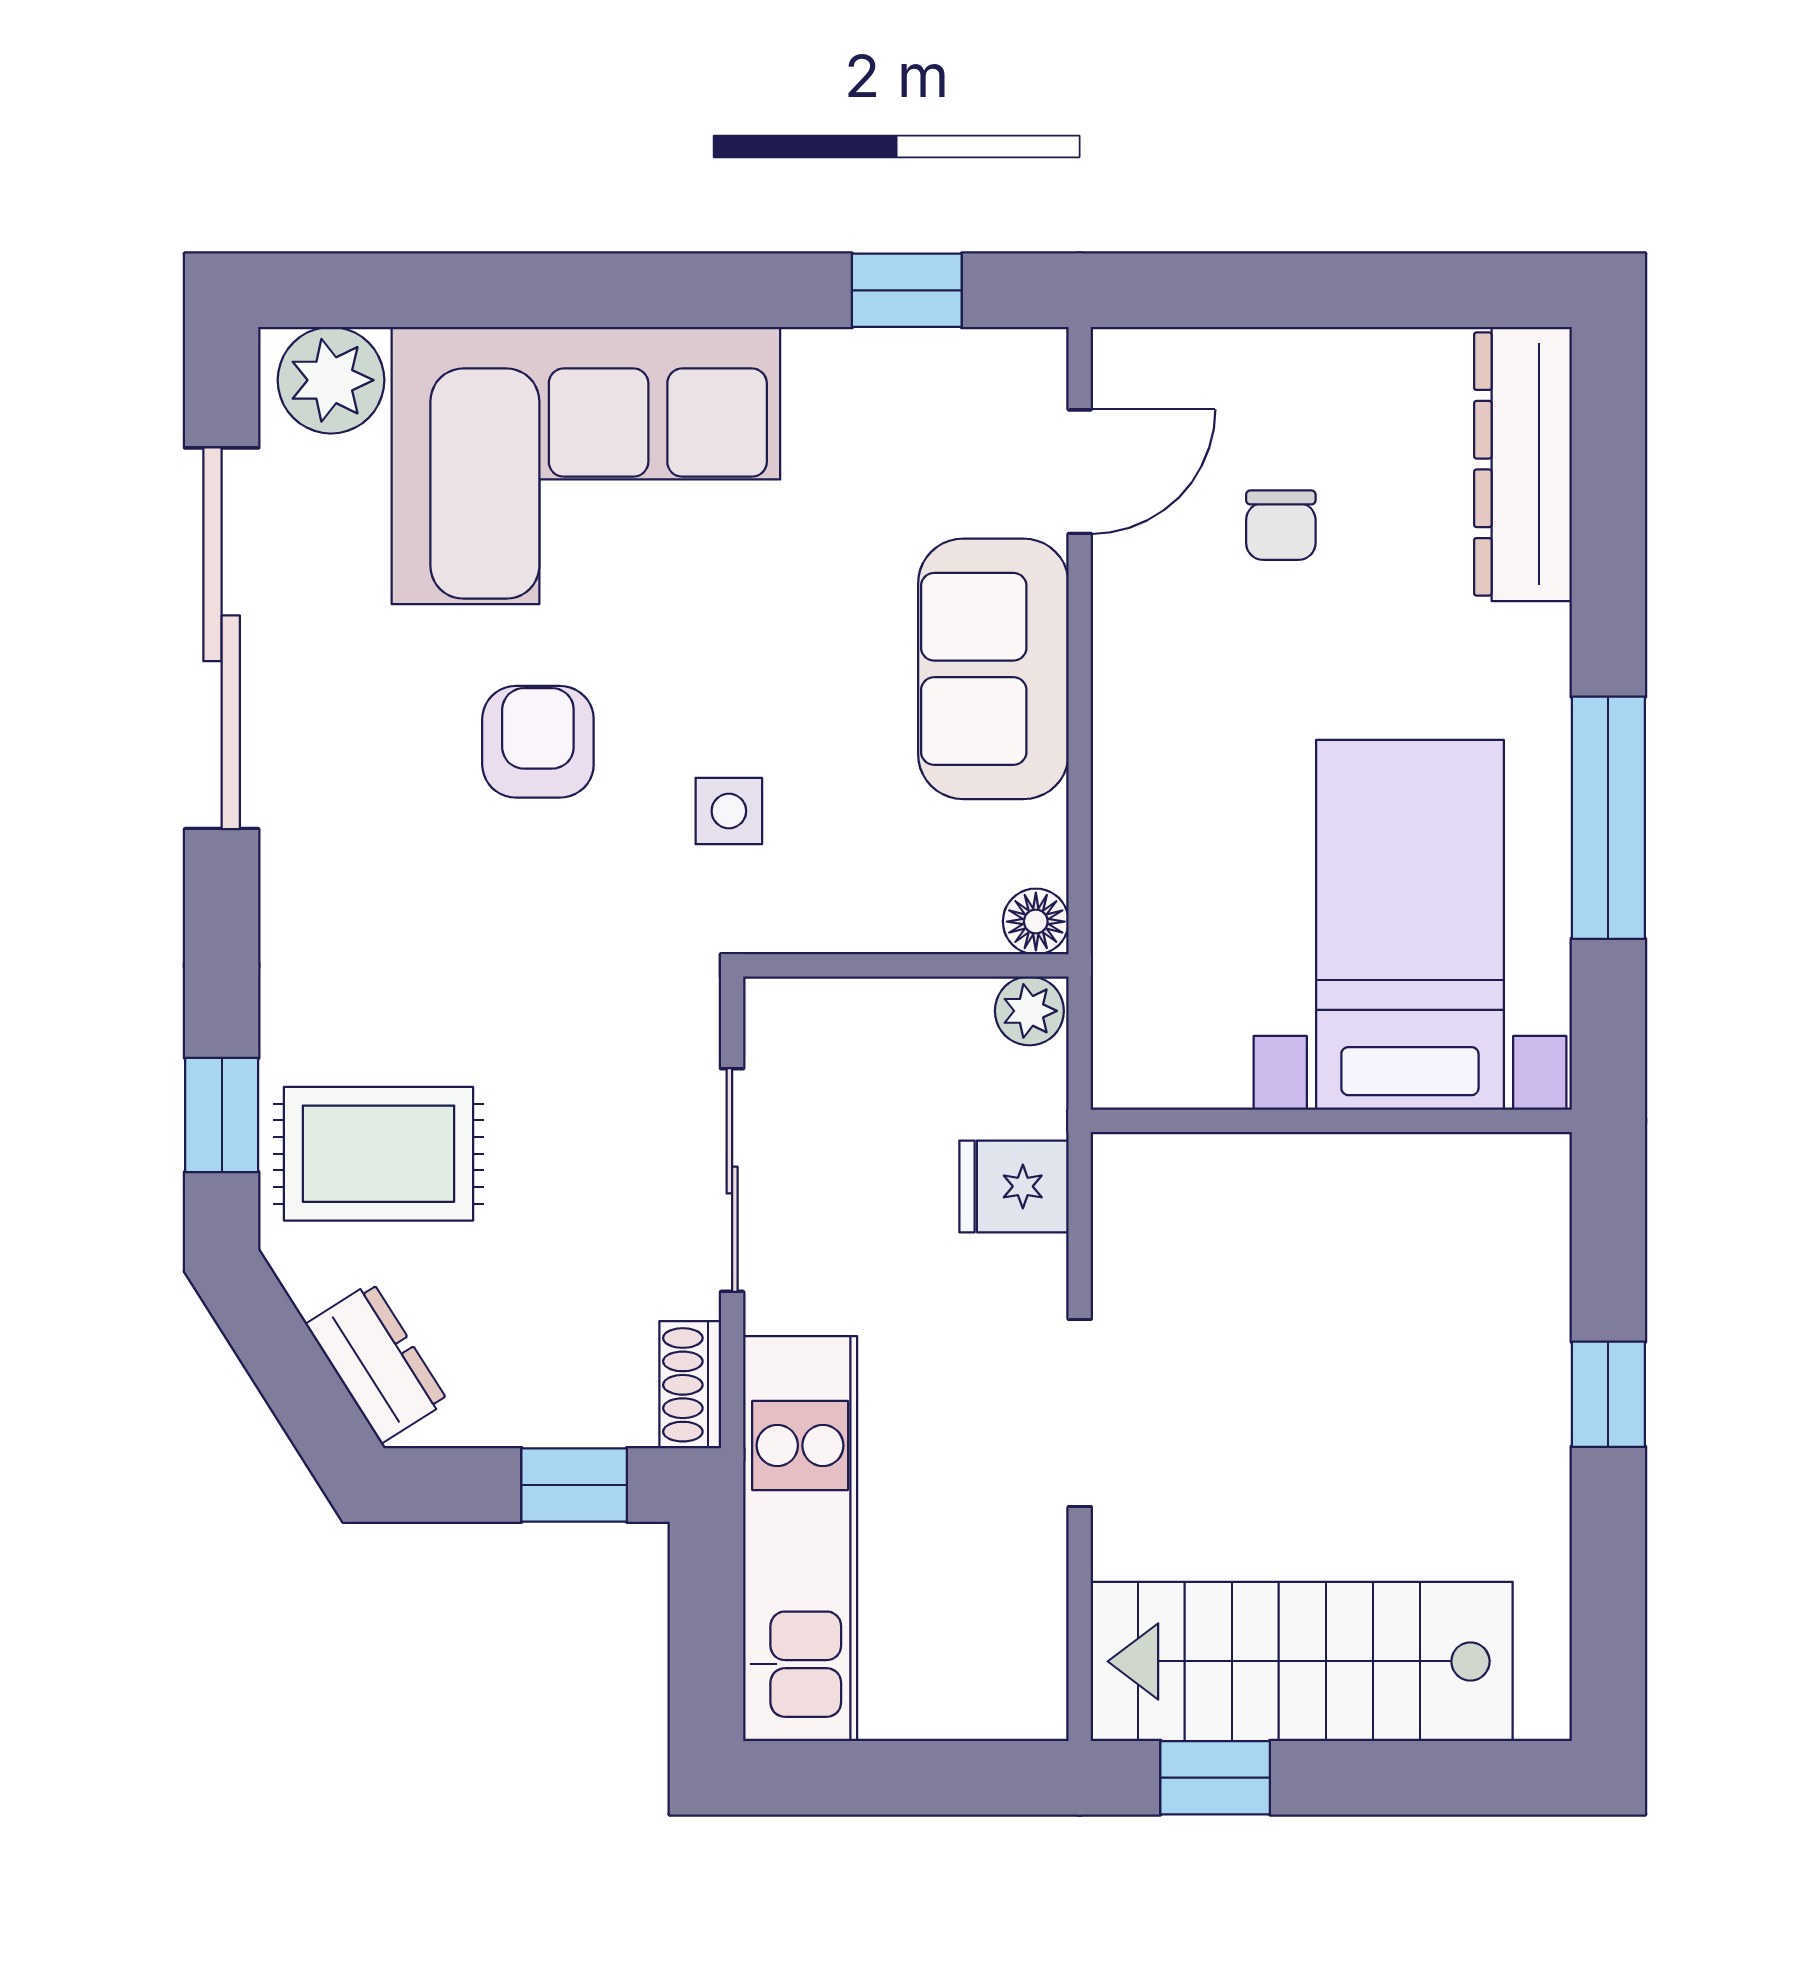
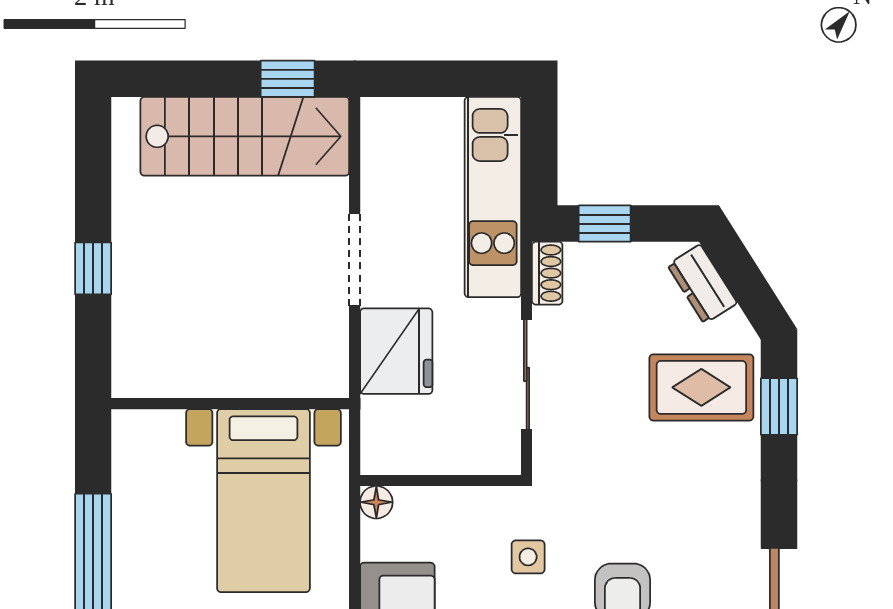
bed with nightstands: (1410, 925) -> (263, 501), moved
plant: (1029, 1011) -> (379, 458), removed
fridge: (1014, 1186) -> (396, 351), width x1.88, depth x1.34

